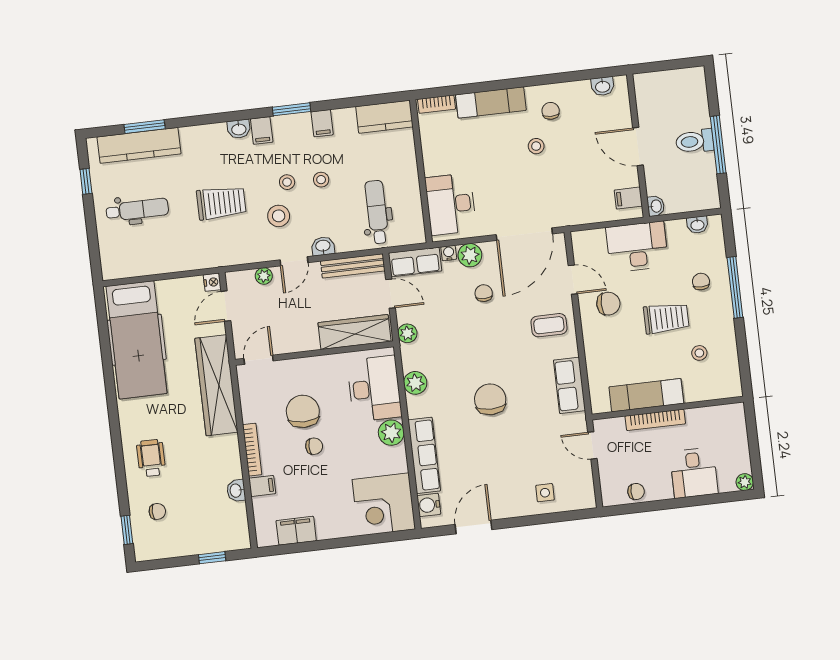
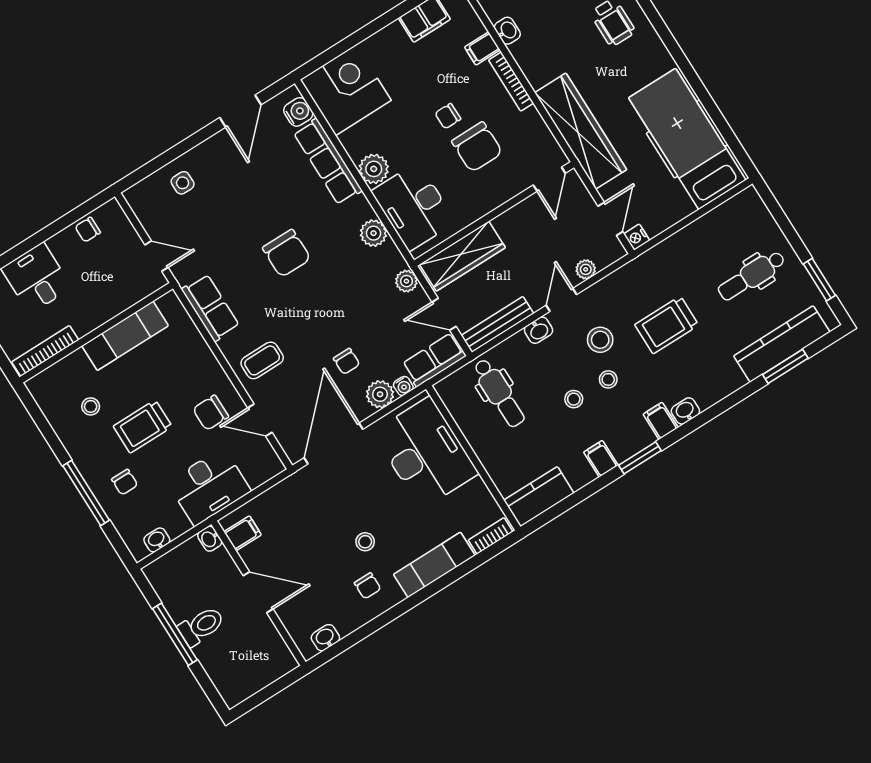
window: (86, 181) -> (819, 280), width x1.50
desk: (451, 204) -> (425, 453), width x1.36, depth x1.30
bookcase: (655, 420) -> (45, 351), moved

